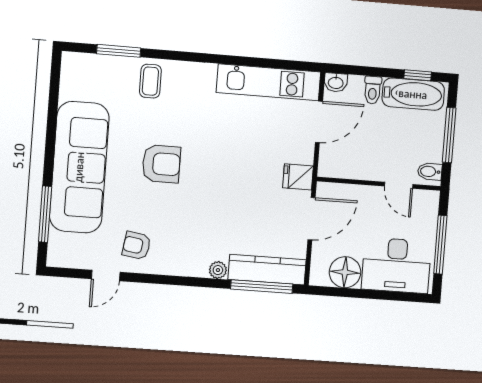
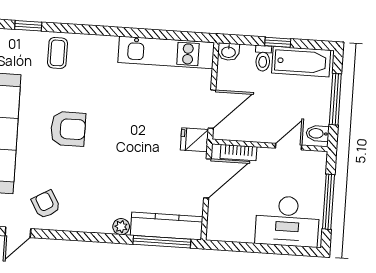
window: (119, 51) -> (28, 26), width x0.67
window: (418, 75) -> (278, 42), moved
door: (319, 122) -> (212, 109), moved
door: (399, 185) -> (289, 147), swing flipped
bookcase: (345, 191) -> (239, 153), added
armchair: (136, 246) -> (46, 204), turned 51
floor lamp: (345, 272) -> (239, 228), removed

